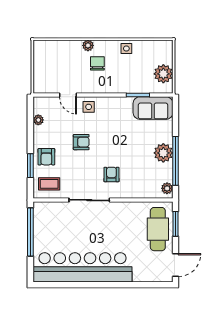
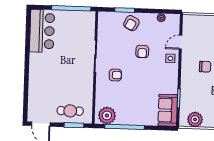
plant: (163, 153) -> (131, 117), removed
armchair: (46, 157) -> (131, 23), turned -62
coffee table: (49, 184) -> (109, 25), removed
plant: (167, 188) -> (107, 115), width x1.88, depth x1.88
cafe table: (158, 229) -> (70, 111), width x0.73, depth x0.74
bar counter: (82, 267) -> (42, 31), width x0.54

